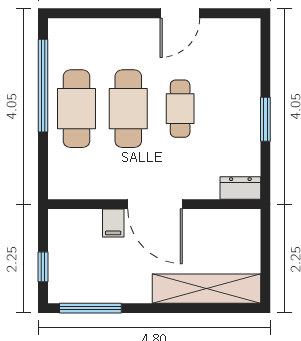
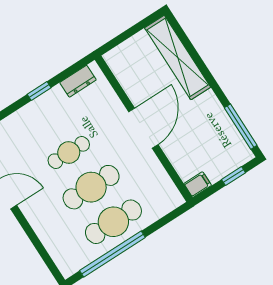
window: (265, 119) -> (39, 91), width x0.67
dresser: (240, 188) -> (78, 81), moved, turned -90
filing cabinet: (113, 223) -> (198, 185), moved

